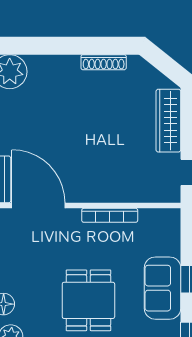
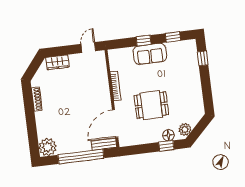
wardrobe: (168, 121) -> (57, 62), width x0.67
dining table: (88, 300) -> (151, 105), moved

